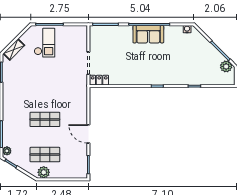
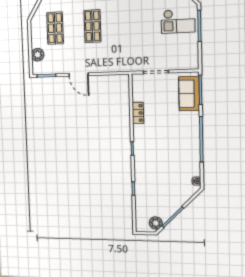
sofa: (148, 34) -> (189, 94), moved
locker: (99, 80) -> (138, 113), moved
door: (88, 134) -> (79, 75), swing flipped
plant: (44, 172) -> (38, 55), moved

